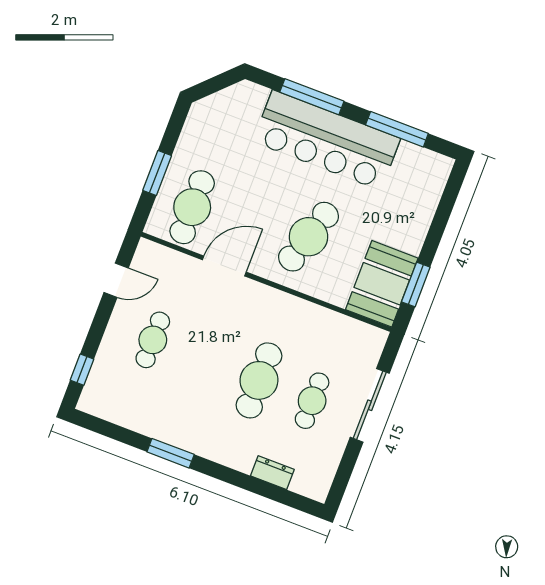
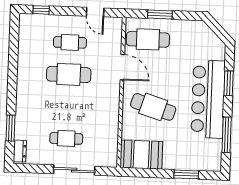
window: (312, 97) -> (229, 83), width x0.69
window: (416, 285) -> (186, 174), moved
cafe table: (259, 380) -> (69, 74), moved
window: (171, 453) -> (10, 128), moved
dresser: (272, 473) -> (20, 151), moved

